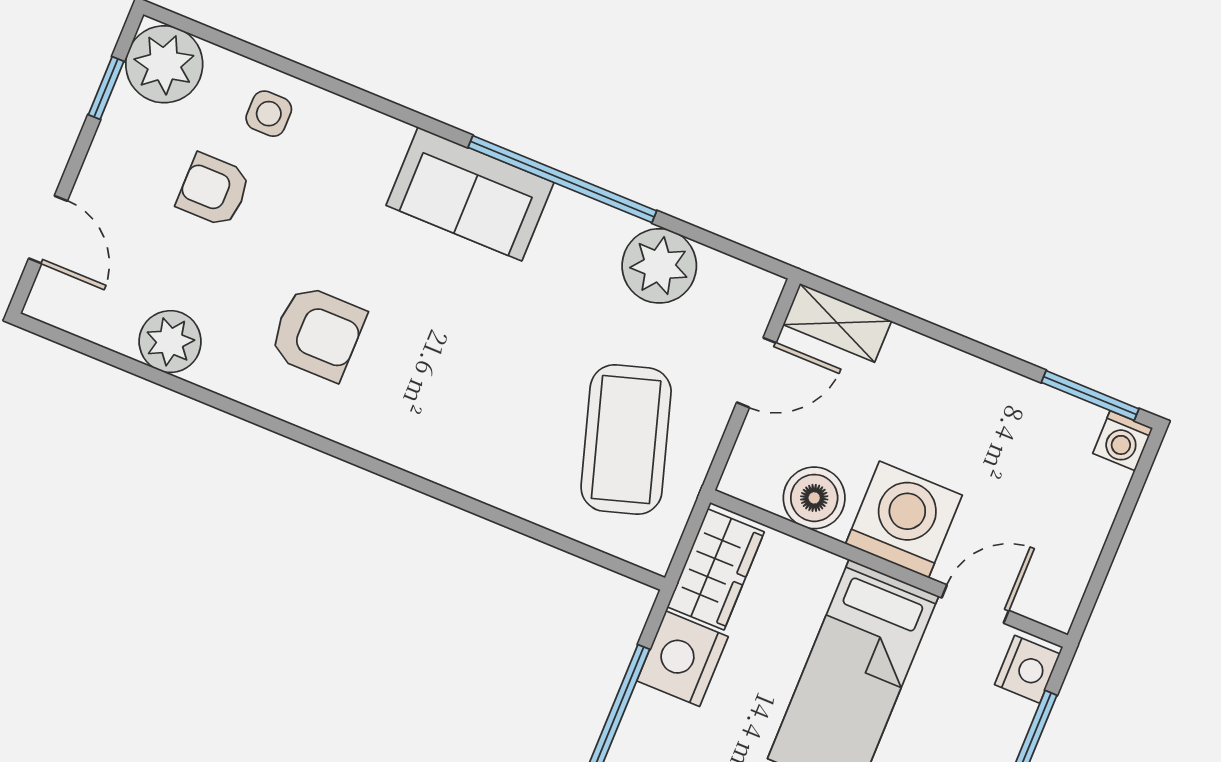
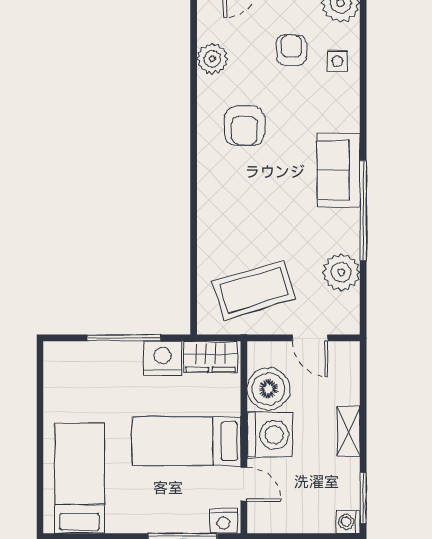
shelving: (837, 323) -> (349, 431), moved
boiler: (814, 498) -> (268, 389), width x1.37, depth x1.37

